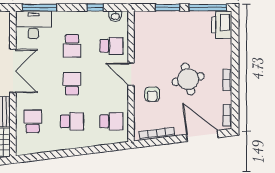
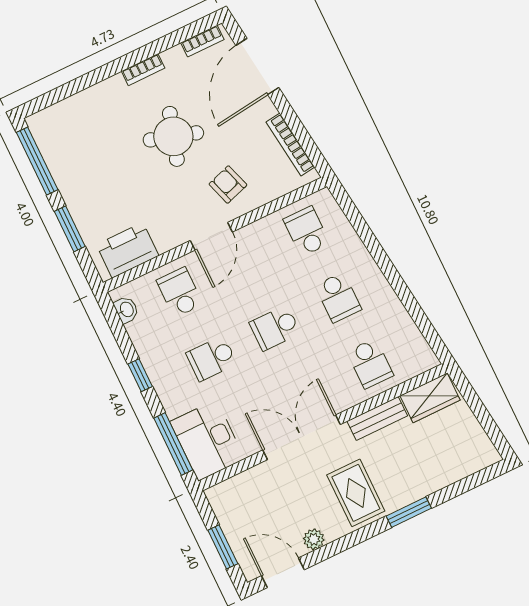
window: (95, 8) -> (140, 375), moved
printer: (222, 25) -> (128, 250), moved, turned 180
school desk: (72, 46) -> (212, 358), turned 180
round table: (188, 79) -> (173, 136), turned 30
armchair: (152, 94) -> (228, 185), turned -108
school desk: (33, 121) -> (370, 363), turned -90
school desk: (72, 121) -> (338, 297), turned 180

